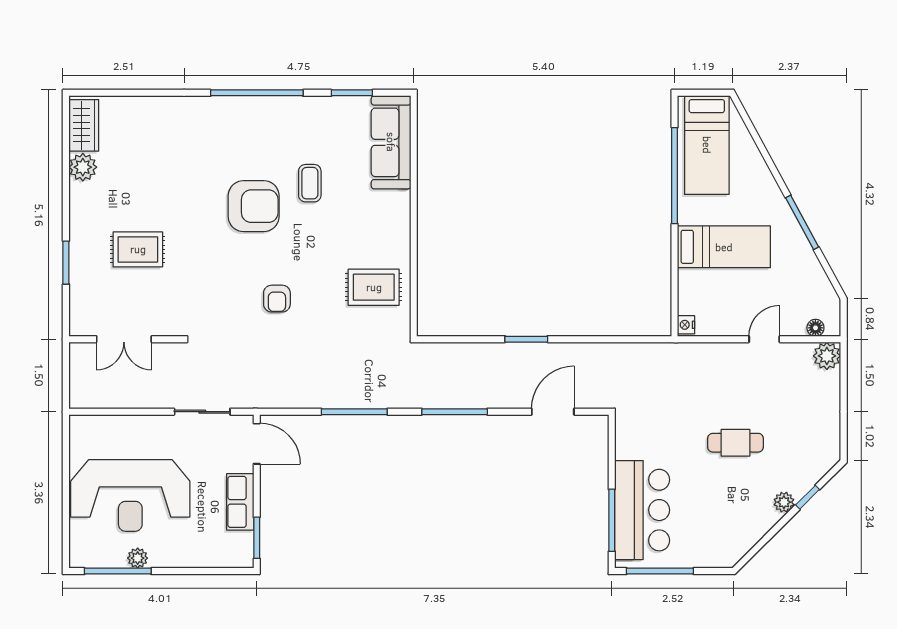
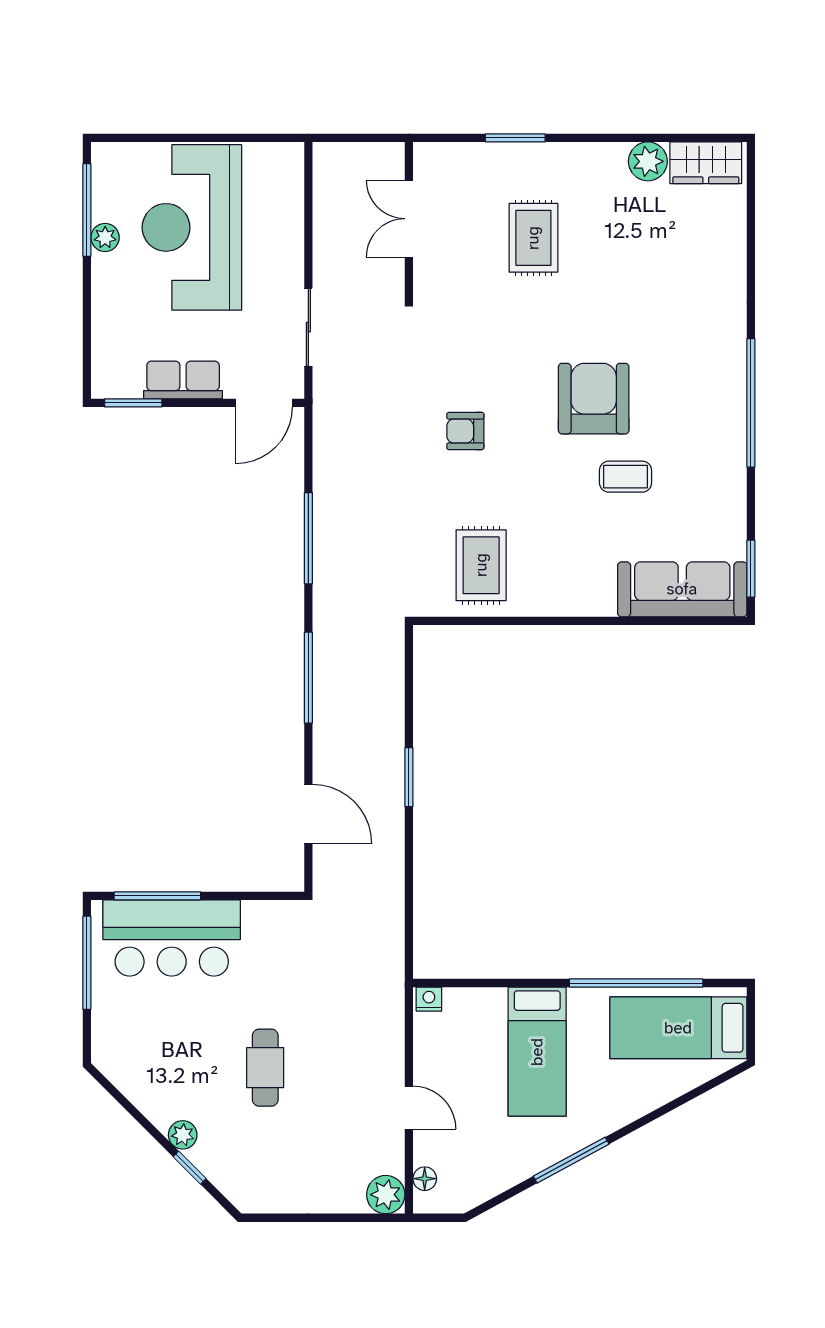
window: (352, 93) -> (751, 569), moved
armchair: (254, 206) -> (594, 399), turned 180

